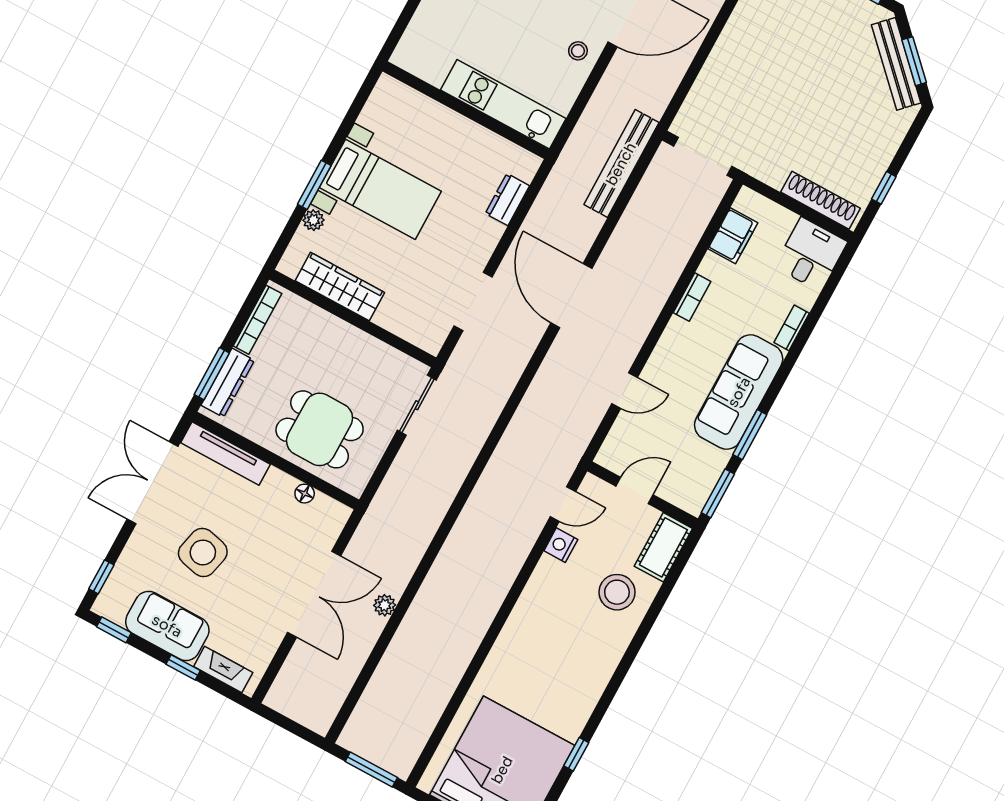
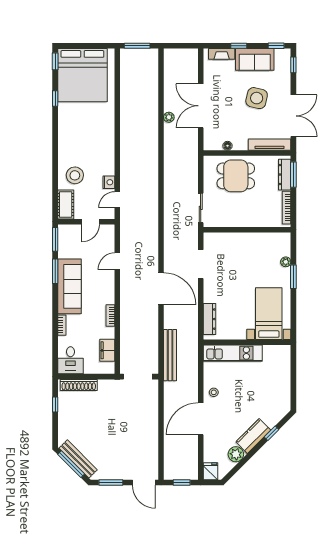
window: (914, 61) -> (71, 464), width x1.44
bed with nightstands: (380, 189) -> (269, 314), moved, turned 90
dresser: (507, 200) -> (210, 319), width x1.44
wardrobe: (340, 287) -> (260, 240), removed

